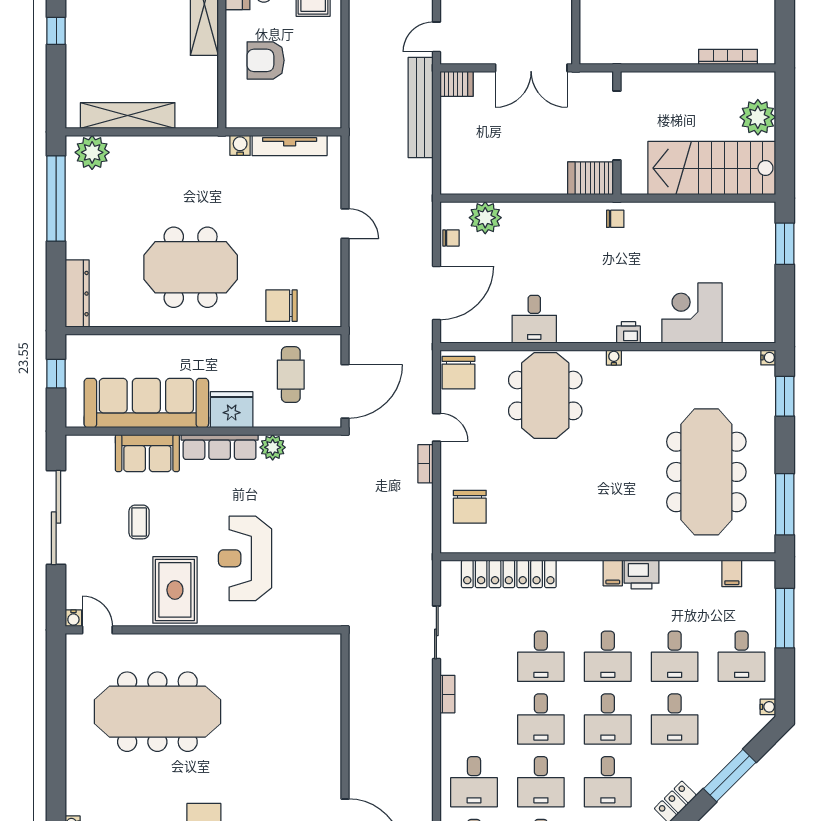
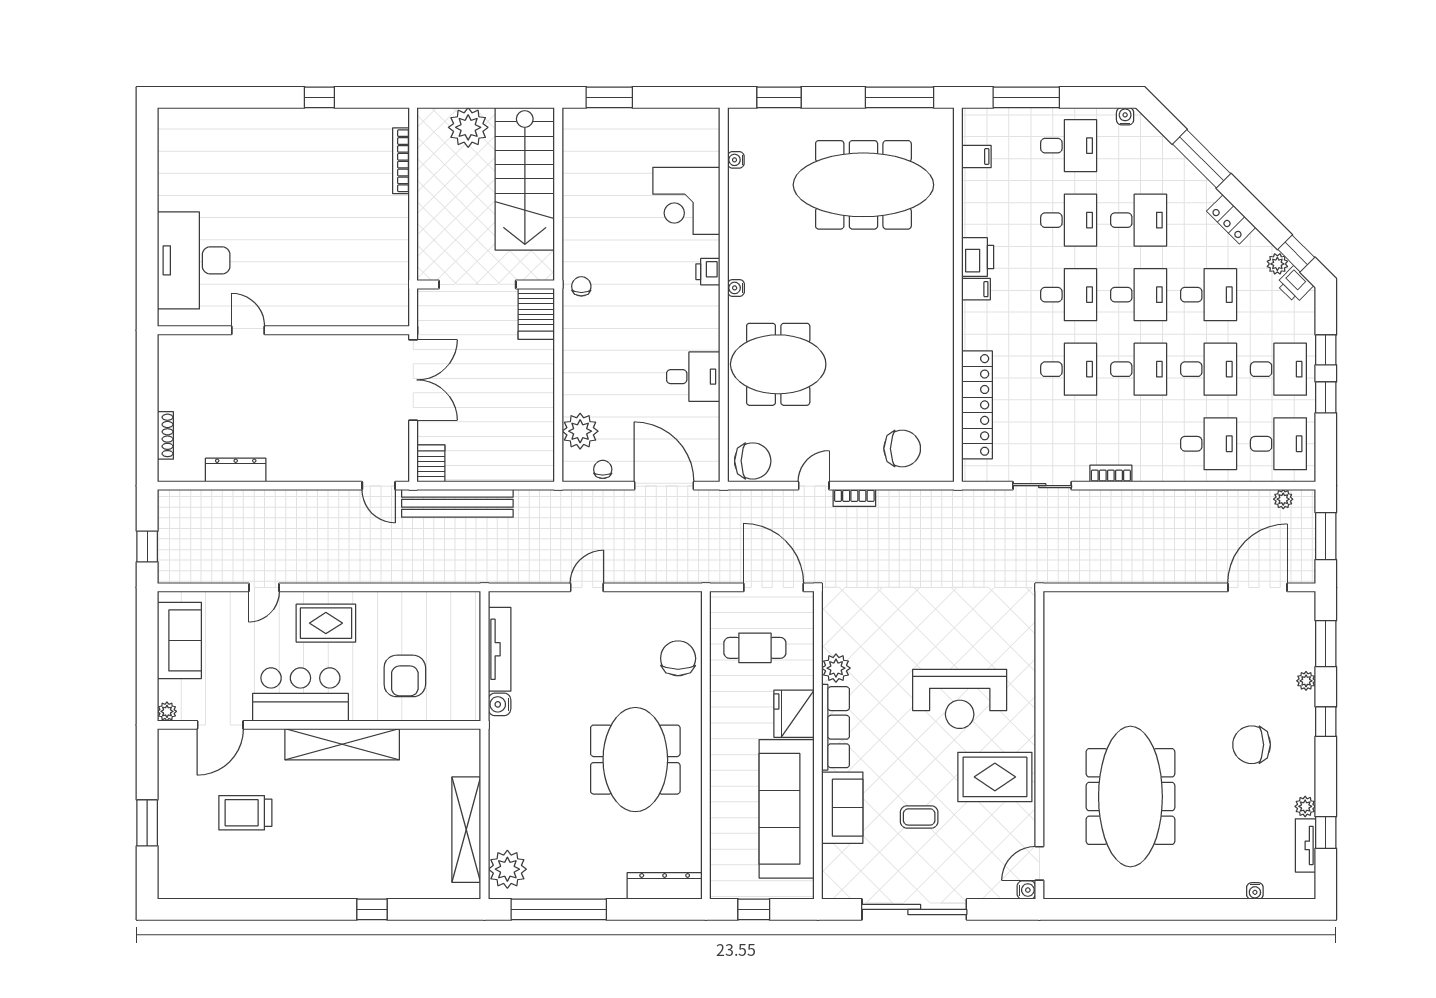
chair: (281, 306) -> (678, 658), turned 180
water cooler: (768, 357) -> (736, 160), moved, turned -90

